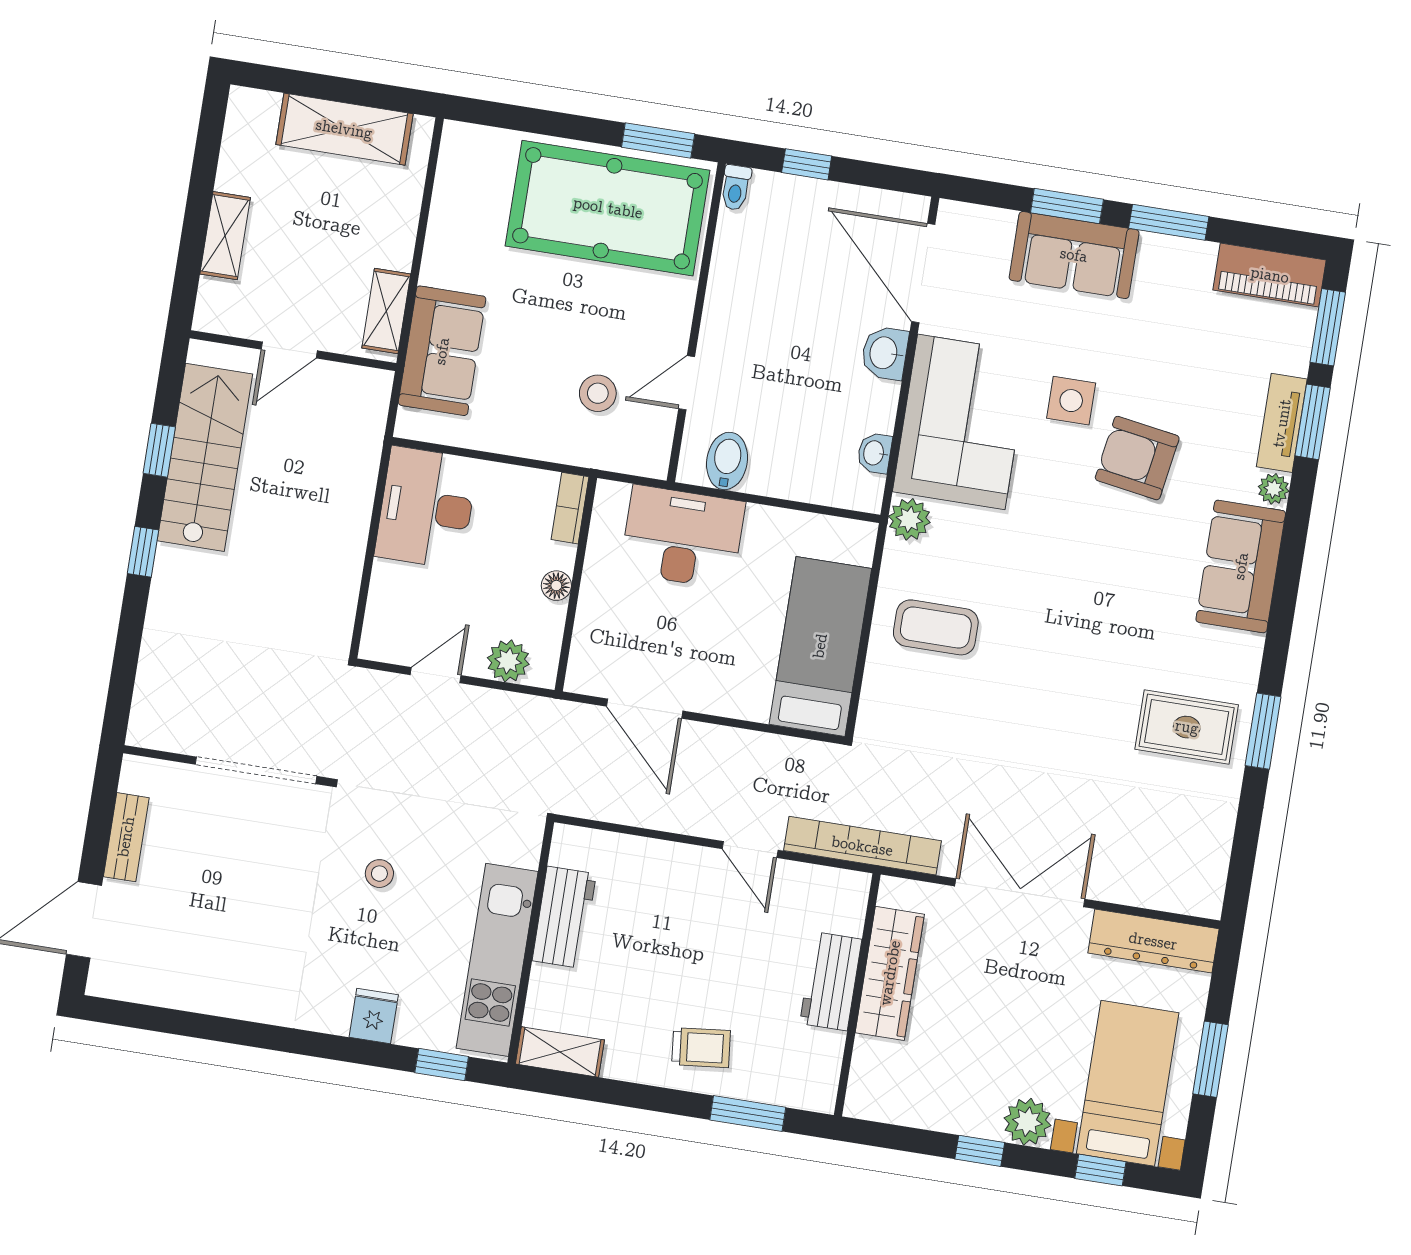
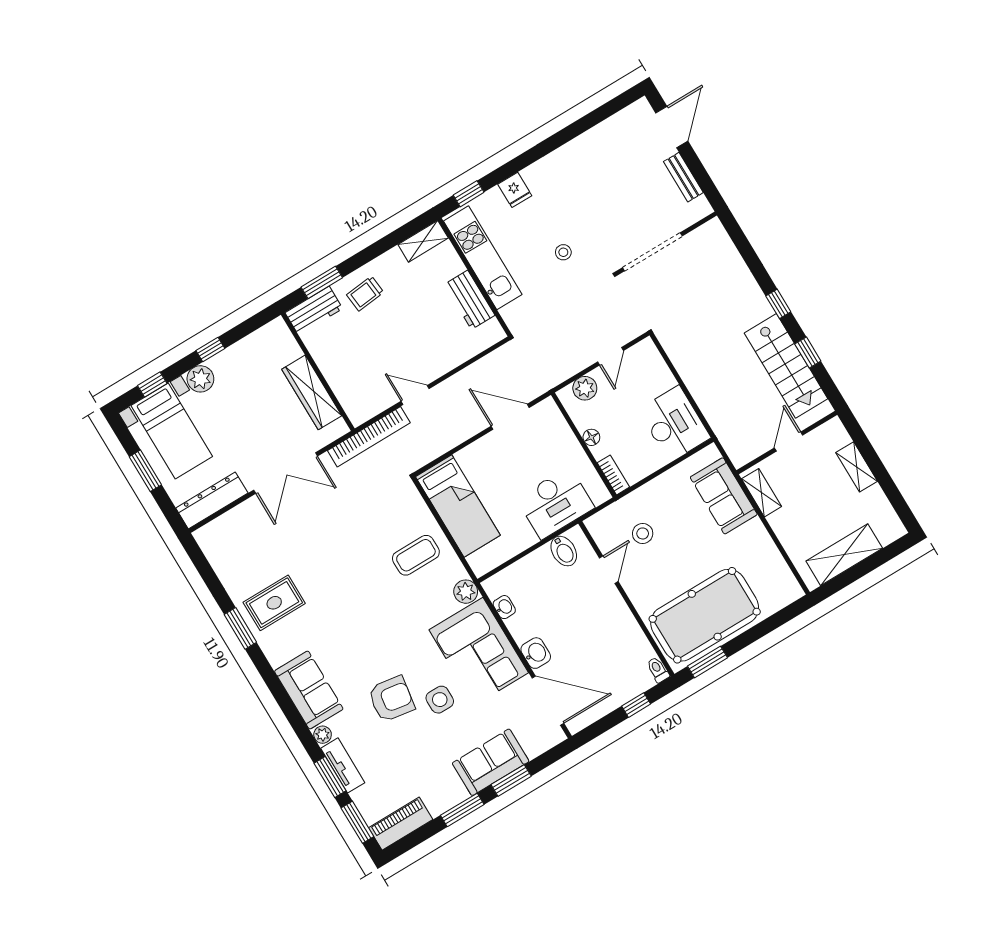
workbench: (831, 981) -> (314, 311), moved, turned 90

